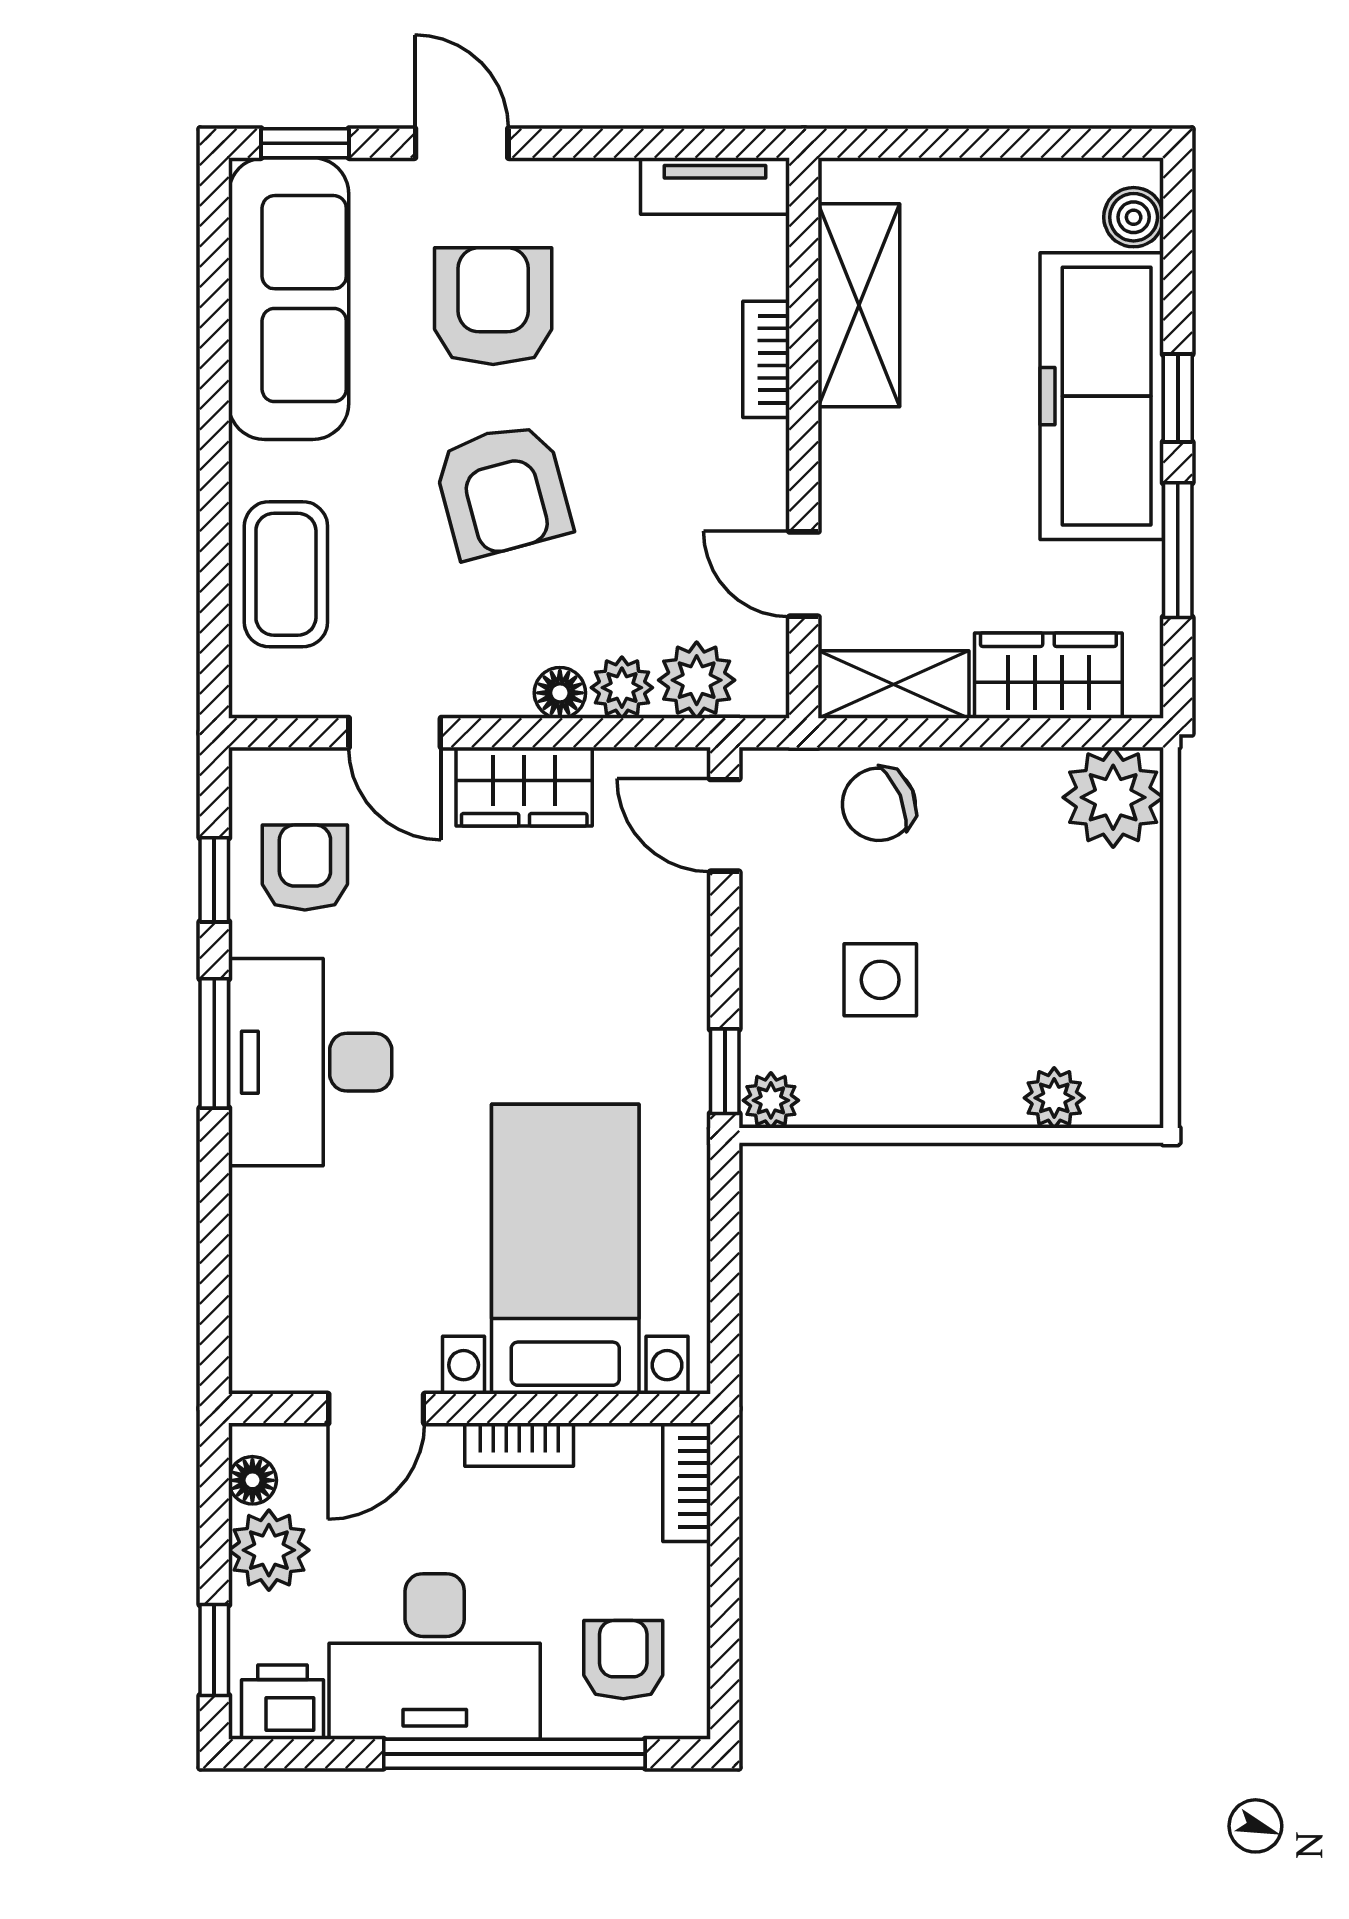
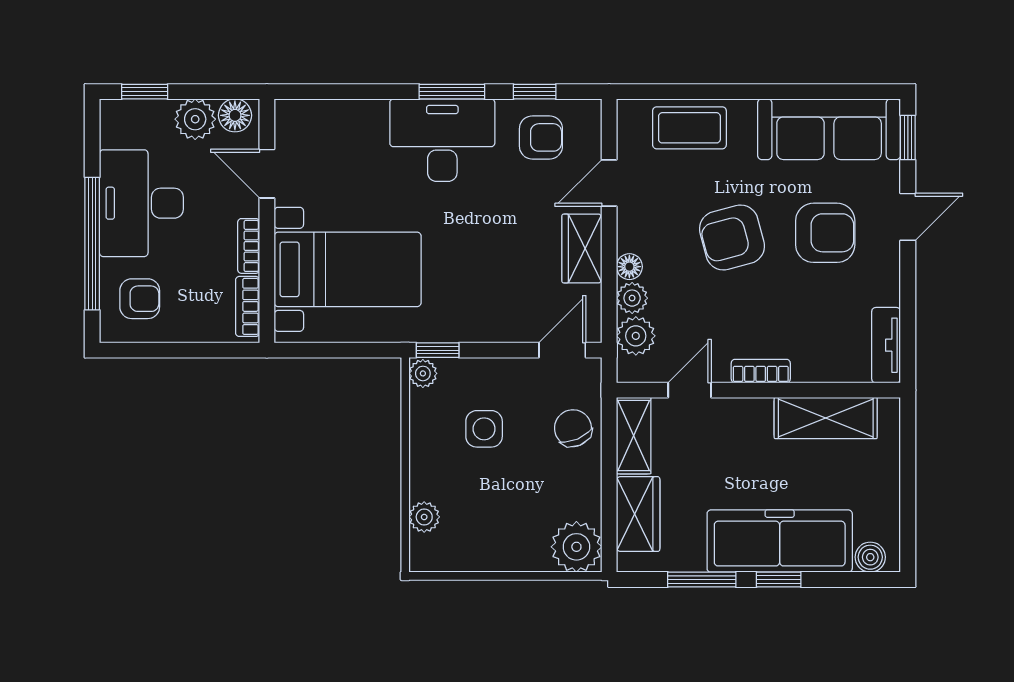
bookcase: (766, 359) -> (761, 371), moved
floor lamp: (252, 1480) -> (235, 115), width x1.37, depth x1.37
bookcase: (687, 1482) -> (248, 306), moved, turned -90
printer: (283, 1702) -> (118, 126), removed

